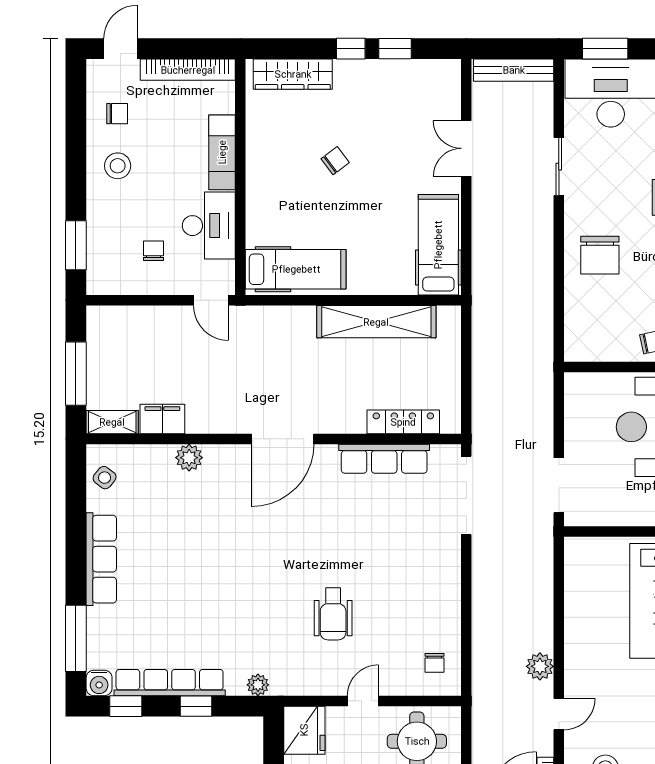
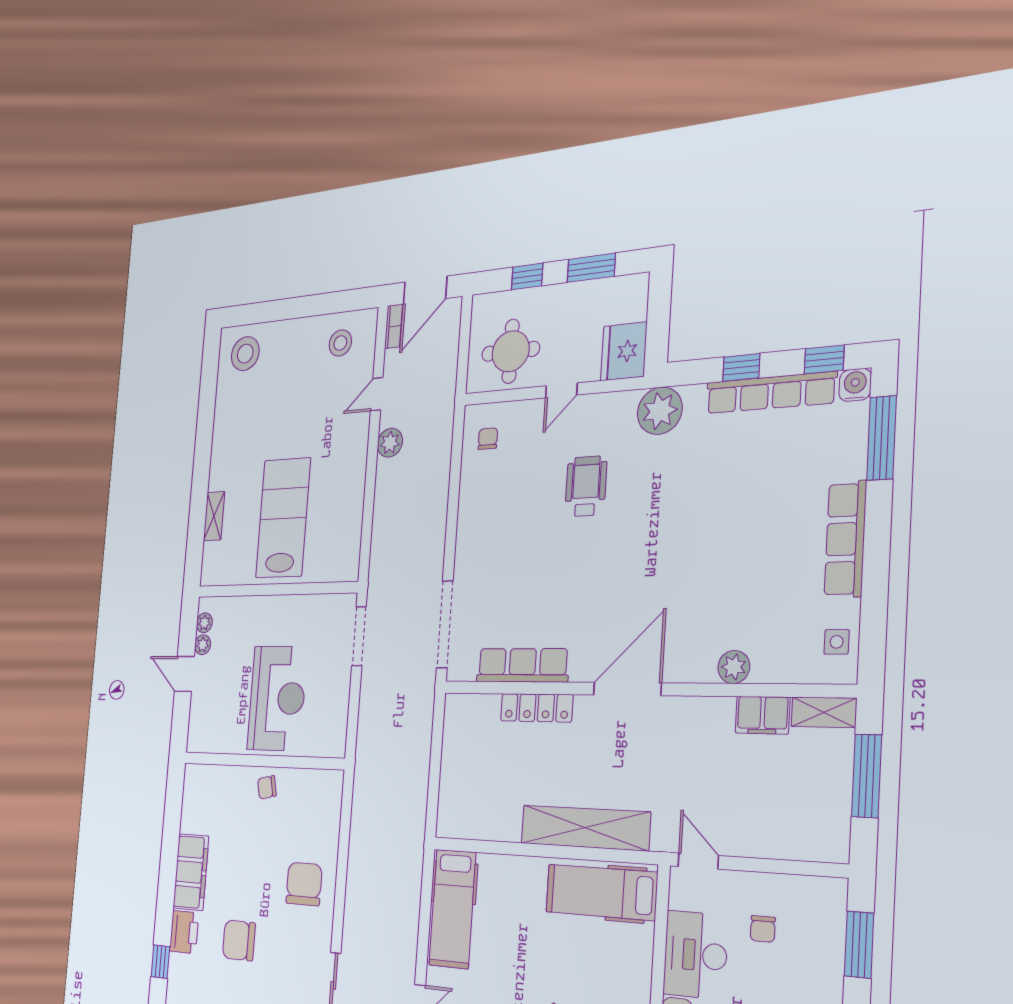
shelving: (376, 322) -> (585, 828), moved
locker: (403, 422) -> (537, 708), moved
side table: (105, 478) -> (837, 642), turned -38
plant: (258, 685) -> (660, 411), width x1.88, depth x1.88

